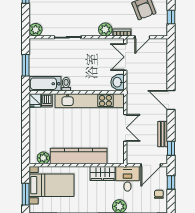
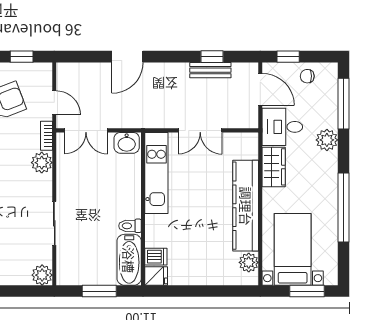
door: (171, 100) -> (127, 57), moved
kitchen unit: (90, 101) -> (156, 173), width x0.73
double door: (125, 128) -> (200, 130), swing flipped
window: (171, 148) -> (212, 57), moved

